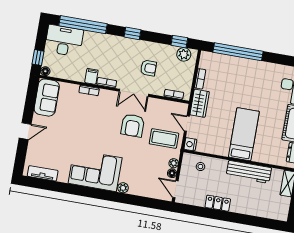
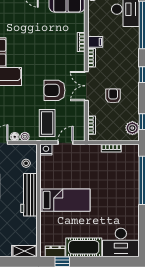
armchair: (148, 68) -> (113, 96), turned 180
wardrobe: (200, 103) -> (87, 152), removed
workbench: (249, 172) -> (29, 195), moved

